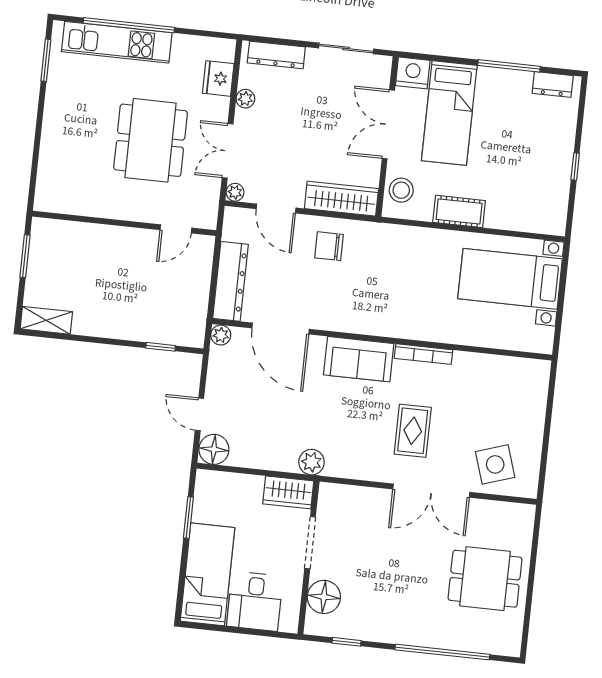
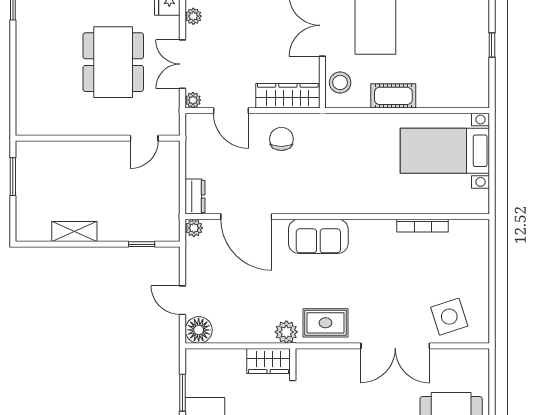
chair: (329, 246) -> (281, 139), turned 90
dresser: (230, 281) -> (195, 196), width x0.51, depth x0.80
shelving: (46, 320) -> (74, 231), moved
bookcase: (424, 354) -> (423, 226), moved
rug: (413, 431) -> (325, 323), moved, turned 90

